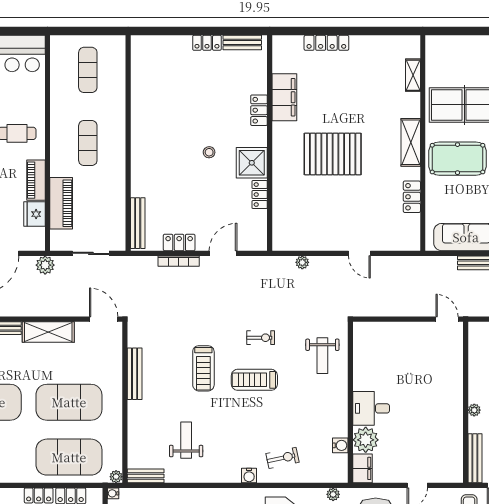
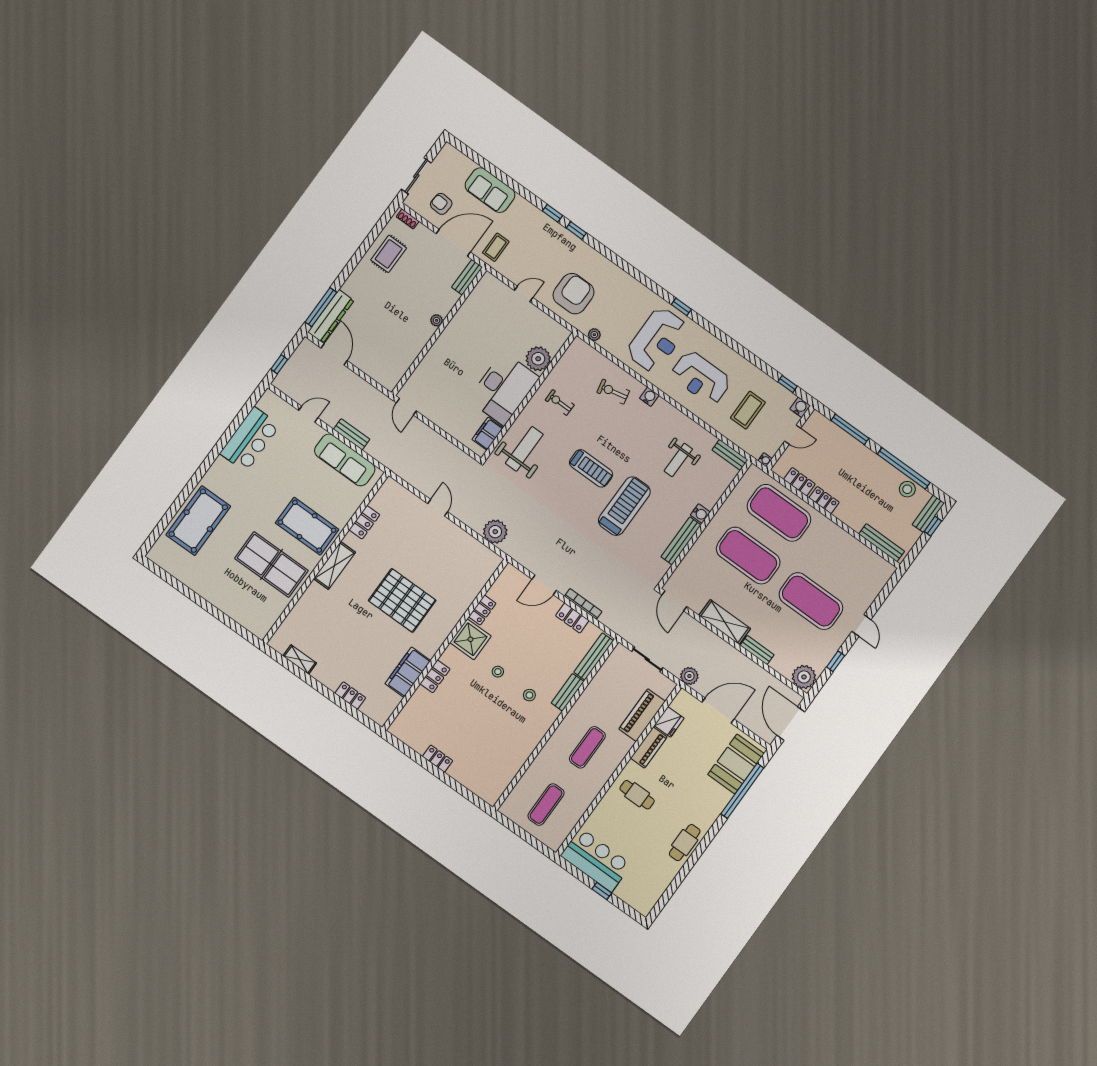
bench: (242, 43) -> (568, 692), moved, turned 90
locker: (326, 43) -> (350, 696), width x0.66
shelving: (413, 75) -> (300, 659), moved, turned 90
stool: (168, 152) -> (529, 695), added
plant: (302, 262) -> (495, 532), width x1.87, depth x1.87
exercise bike: (261, 338) -> (560, 402), moved
weight bench: (322, 356) -> (524, 449), width x1.36, depth x1.33
treadmill: (203, 368) -> (624, 506), width x1.37, depth x1.38
desk: (371, 408) -> (503, 389), width x1.87, depth x1.30
water cooler: (340, 445) -> (700, 514), moved, turned 180
bench: (475, 458) -> (467, 277), width x0.73
filing cabinet: (362, 468) -> (488, 434), moved
plant: (116, 477) -> (753, 471), removed

